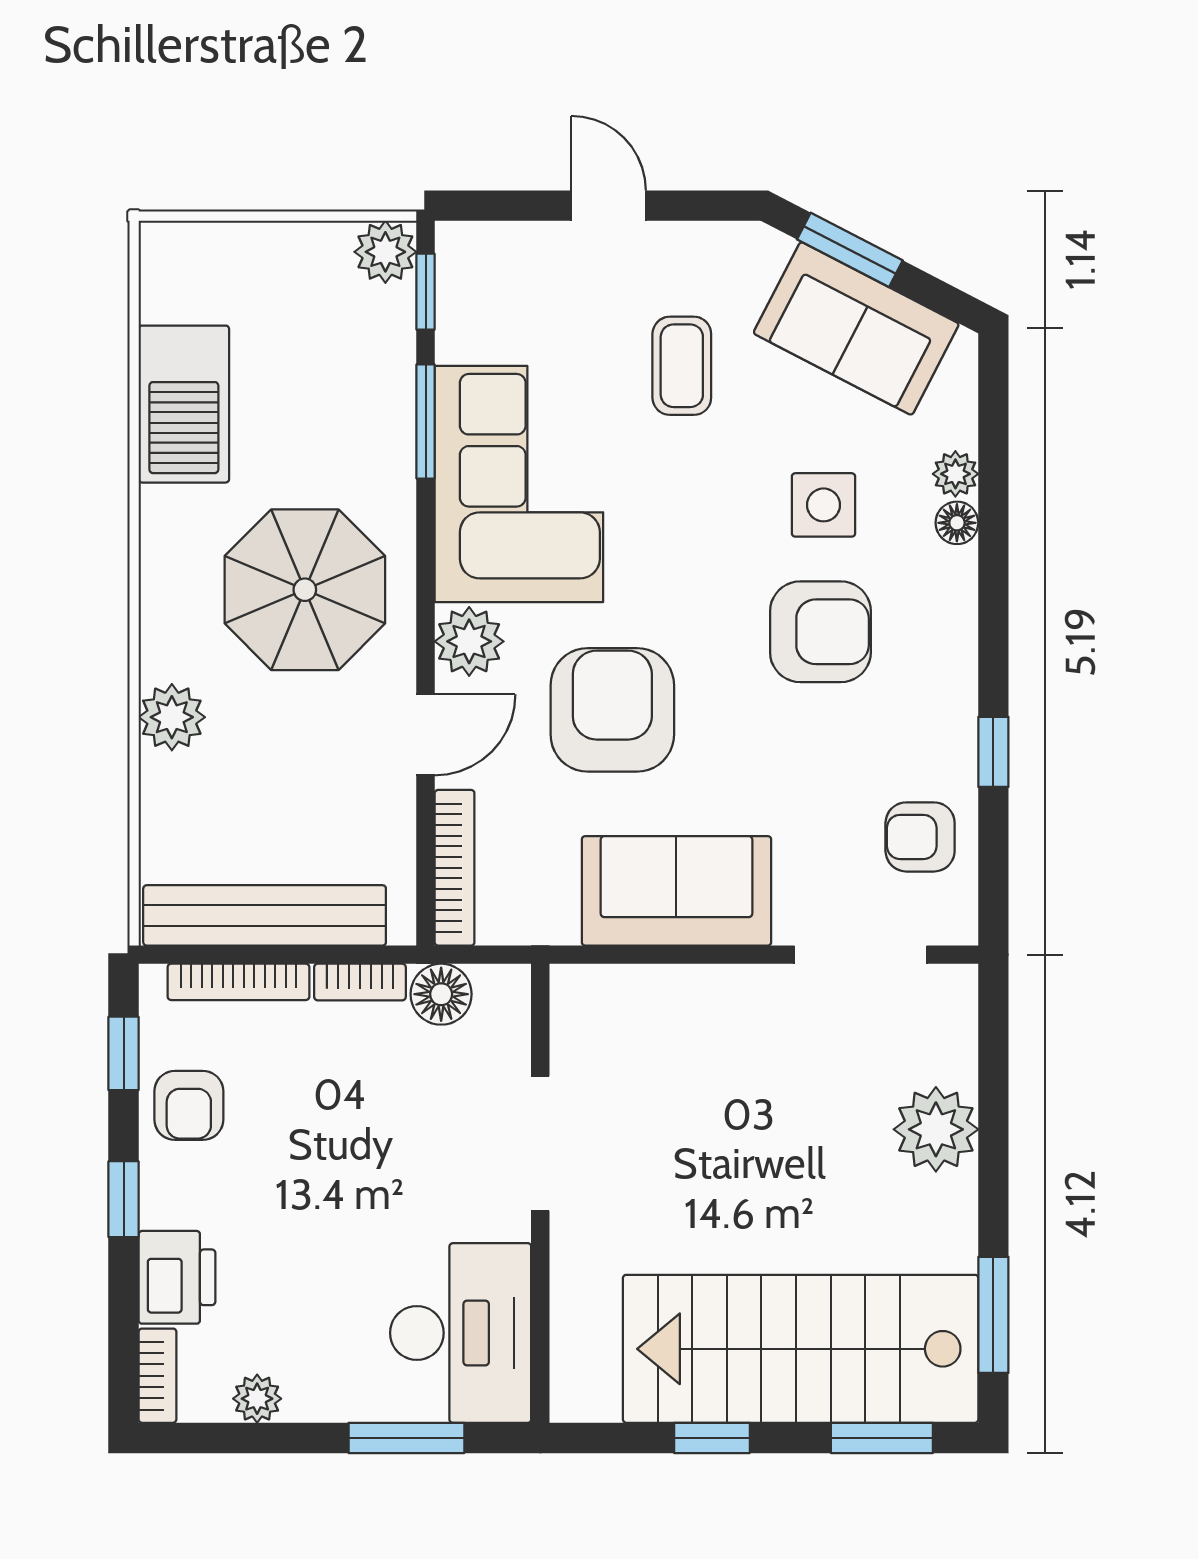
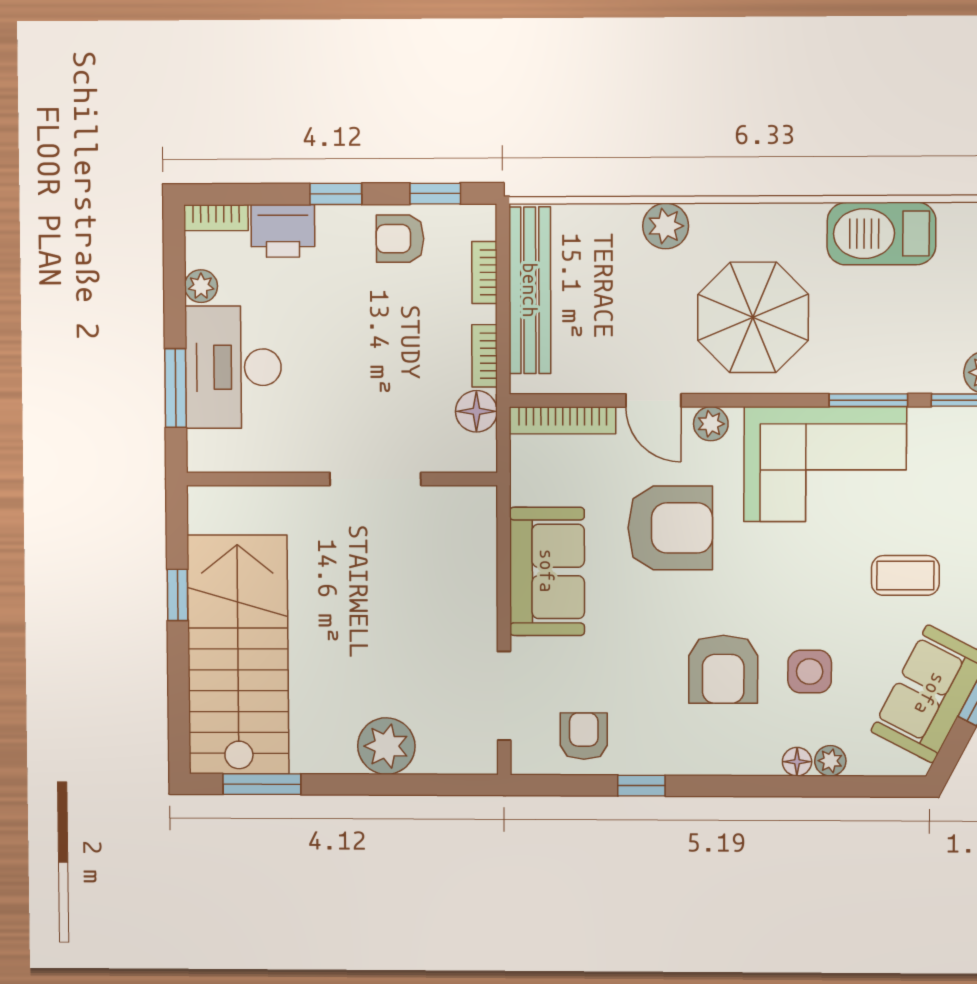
plant: (469, 641) -> (711, 424), width x0.73, depth x0.73
bookcase: (238, 982) -> (484, 273), width x0.64
desk: (461, 1333) -> (233, 367), moved, turned 90
window: (882, 1438) -> (179, 709), removed

